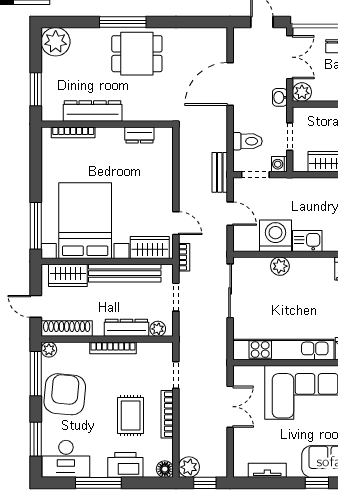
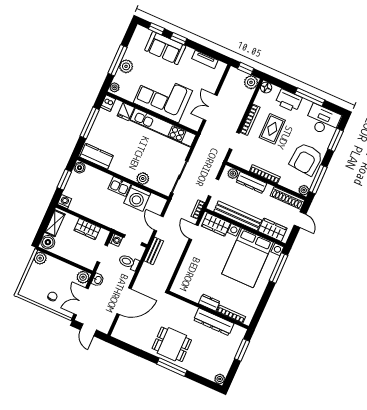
plant: (56, 42) -> (220, 379), width x0.53, depth x0.53
dresser: (139, 135) -> (209, 302), moved

